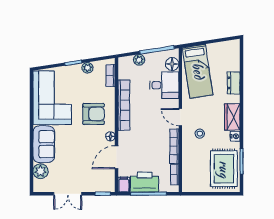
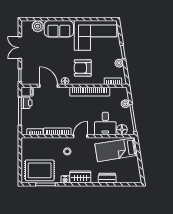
armchair: (94, 114) -> (83, 68), turned 90
printer: (145, 182) -> (27, 103), width x0.53, depth x0.68

